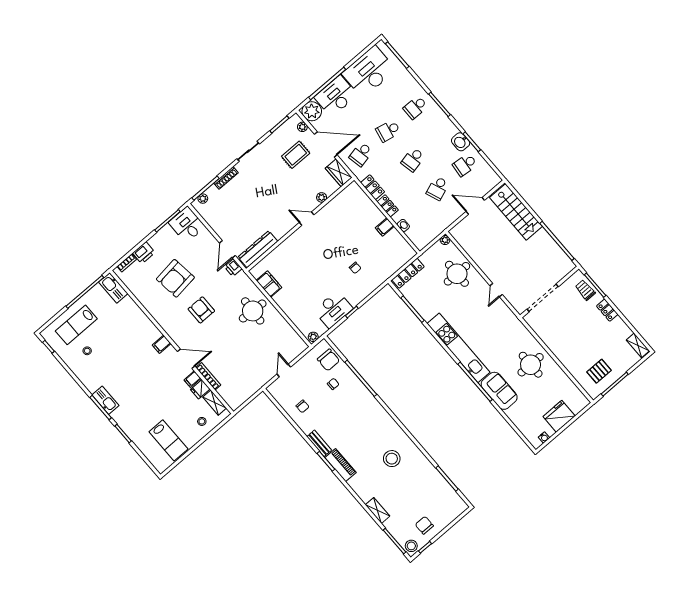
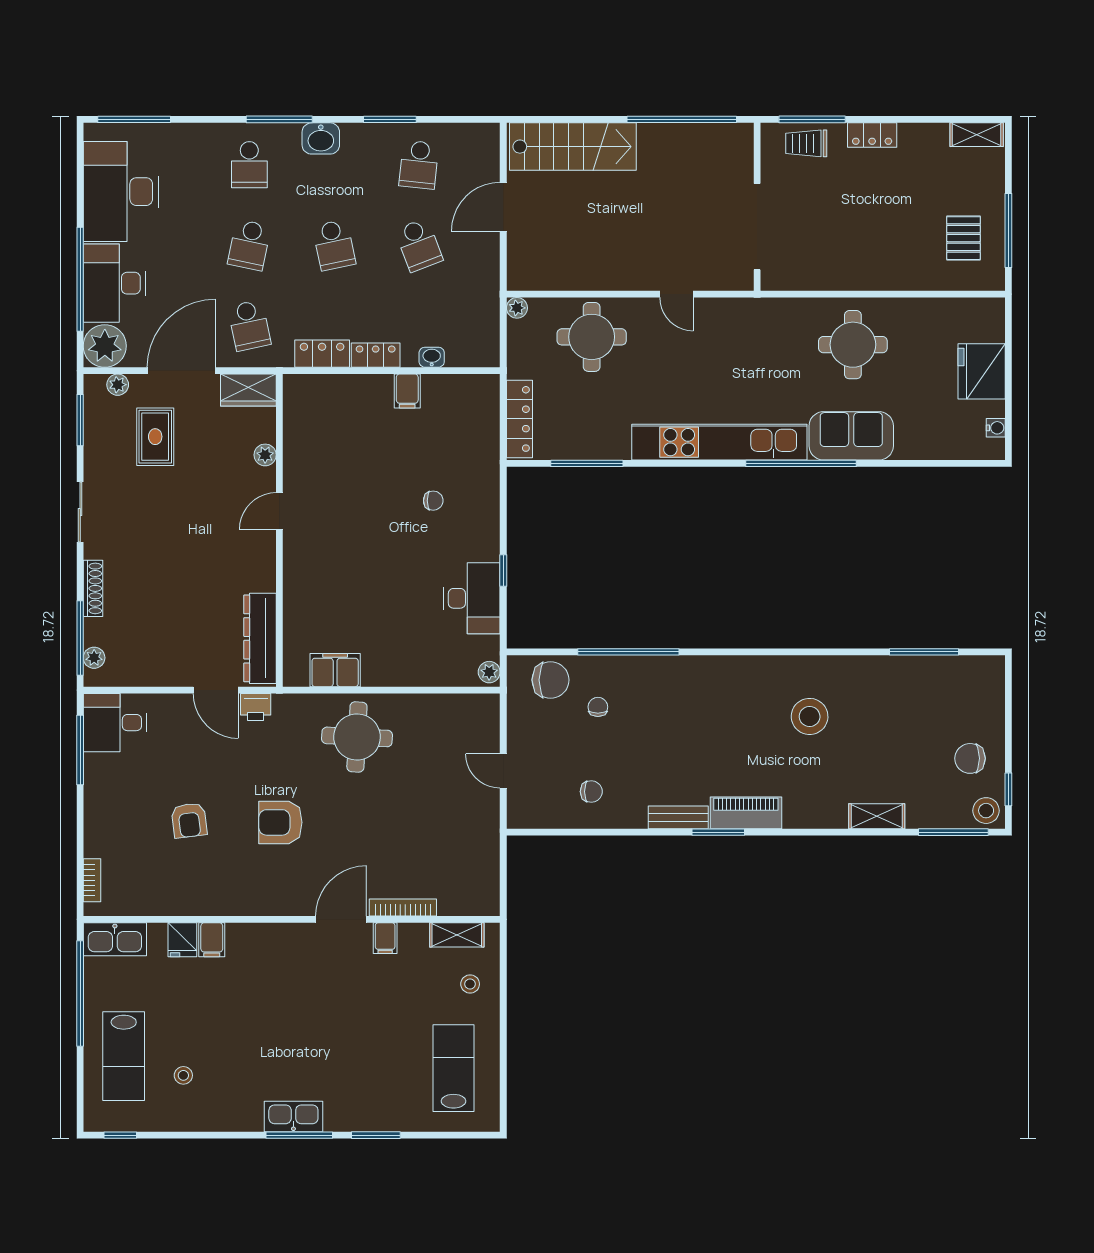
washbasin: (461, 142) -> (321, 138), moved
printer: (144, 253) -> (100, 837), removed
armchair: (175, 278) -> (189, 820), width x0.53, depth x0.53
filing cabinet: (162, 344) -> (212, 940), moved
fridge: (200, 389) -> (182, 940), moved
lab bench: (168, 440) -> (453, 1068), turned -90

